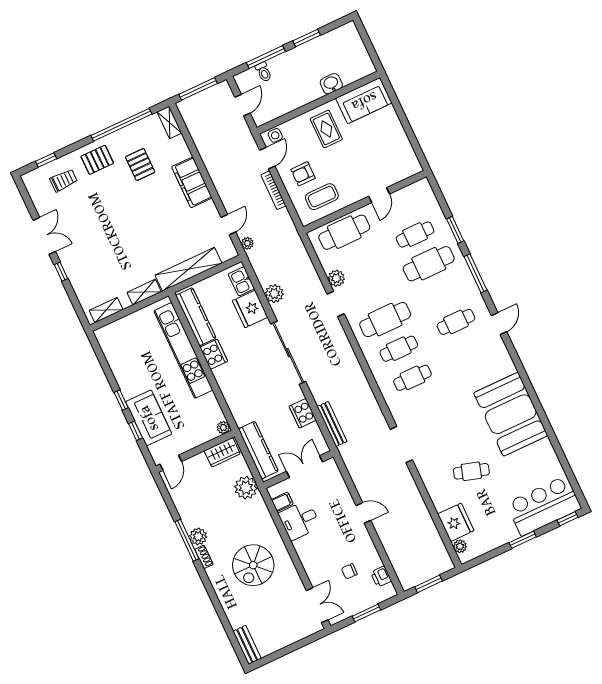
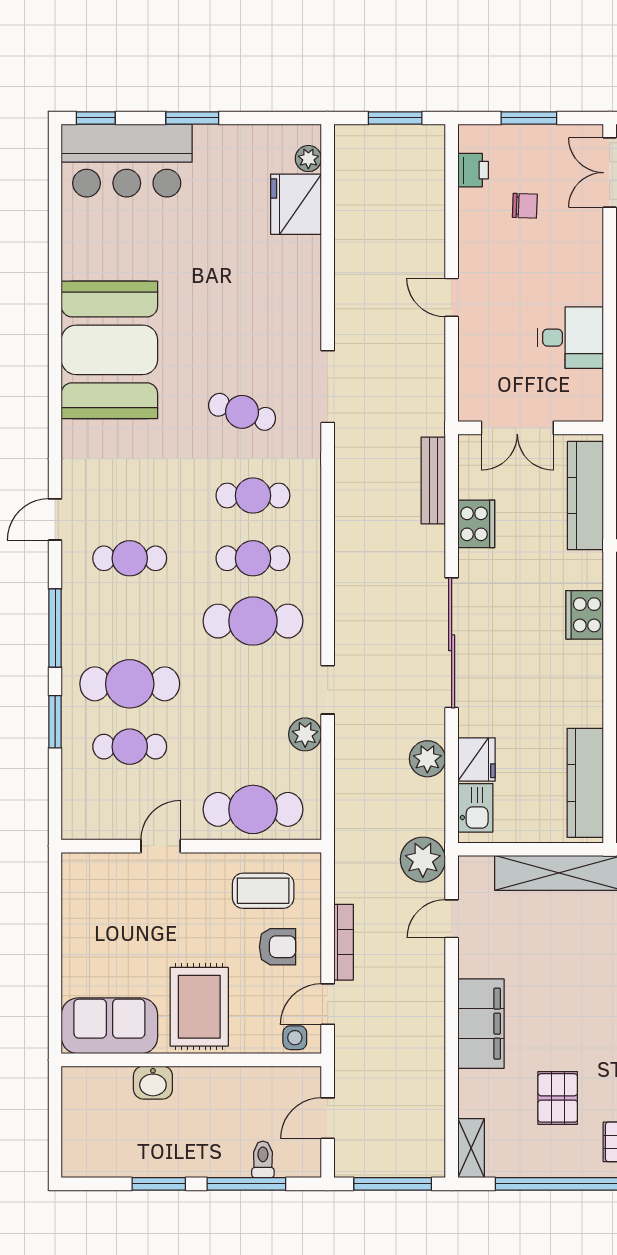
rug: (326, 129) -> (199, 1007), width x1.36, depth x1.43
plant: (247, 243) -> (423, 860), width x1.87, depth x1.87
fridge: (250, 309) -> (477, 759), width x0.73, depth x0.75
cooker: (214, 354) -> (585, 615), moved
cafe table: (471, 471) -> (242, 412), moved
filing cabinet: (282, 502) -> (586, 384), removed

